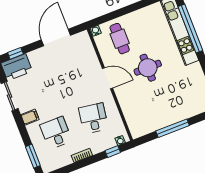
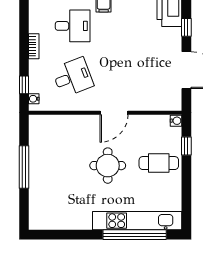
window: (111, 16) -> (186, 146), added
cafe table: (120, 39) -> (159, 163), moved
window: (15, 53) -> (186, 27), moved
desk: (93, 118) -> (73, 77), turned -30

